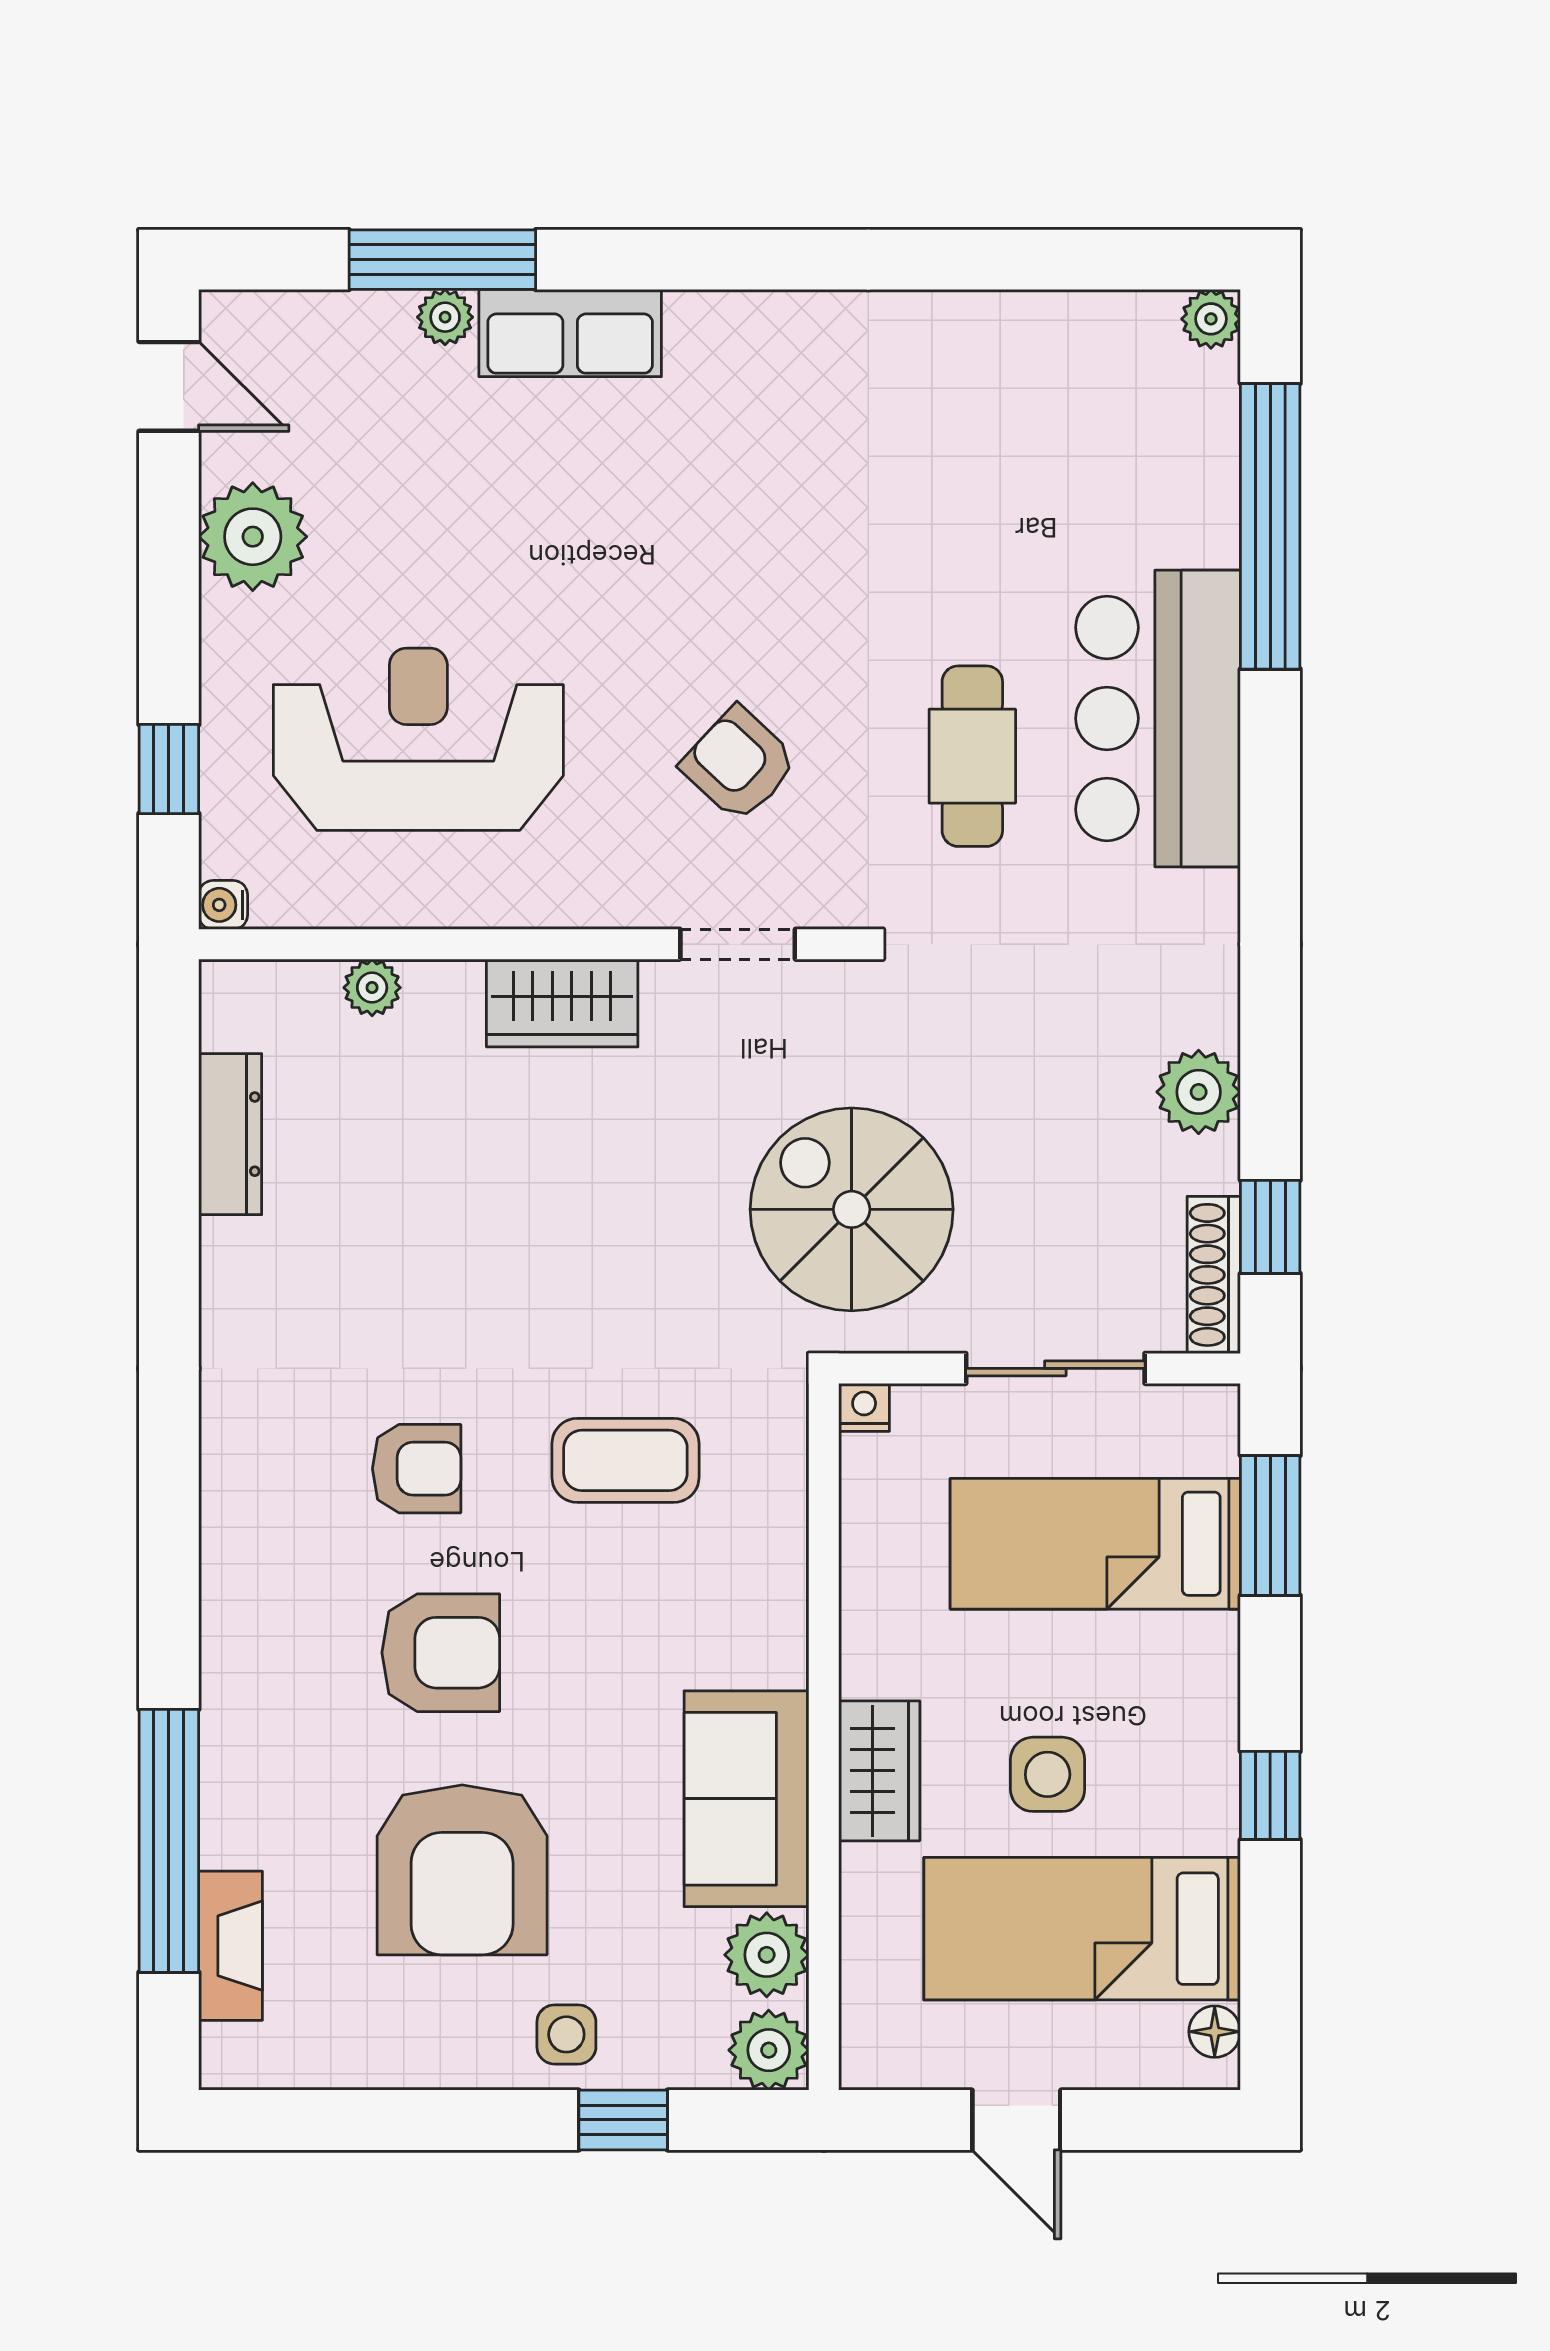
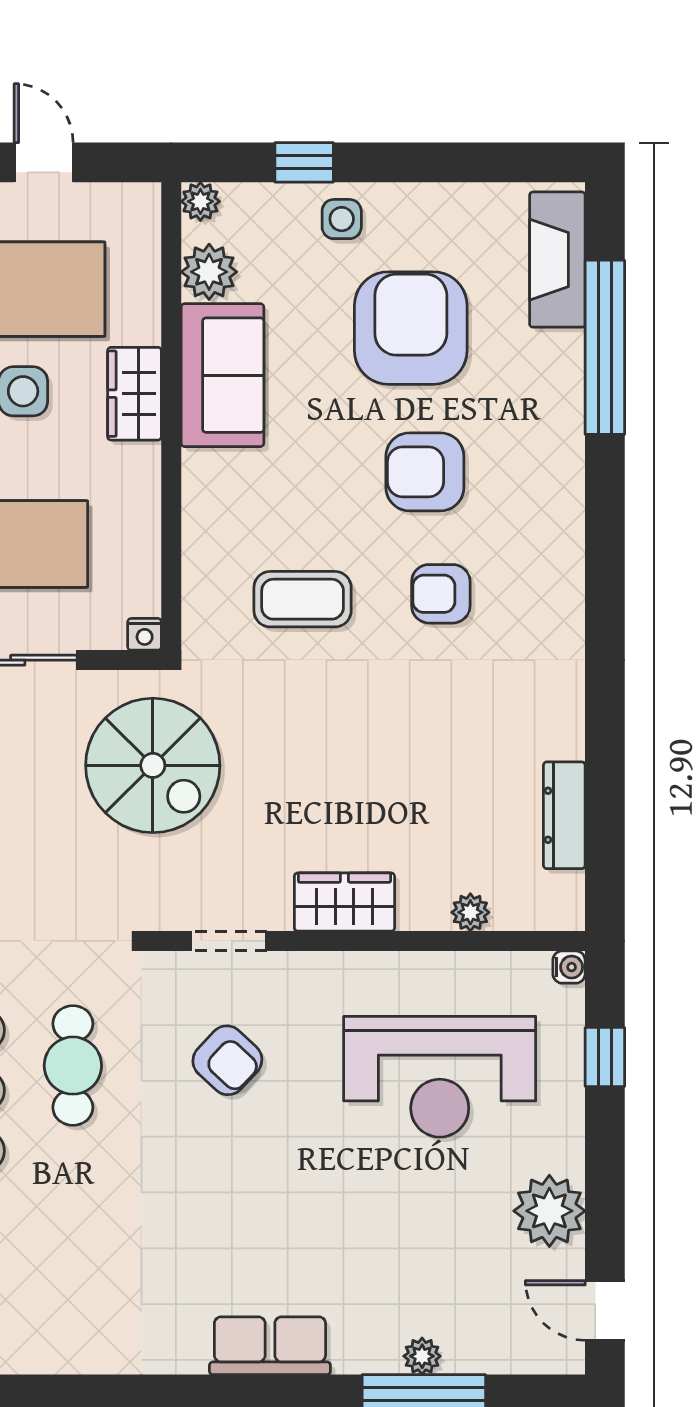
row of seats: (570, 333) -> (270, 1346), moved
fireplace: (231, 1946) -> (557, 260), width x1.37, depth x1.32
plant: (769, 2050) -> (200, 201), width x0.73, depth x0.73

